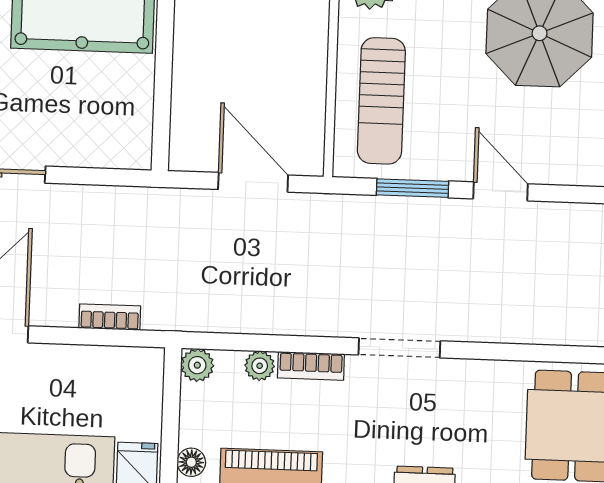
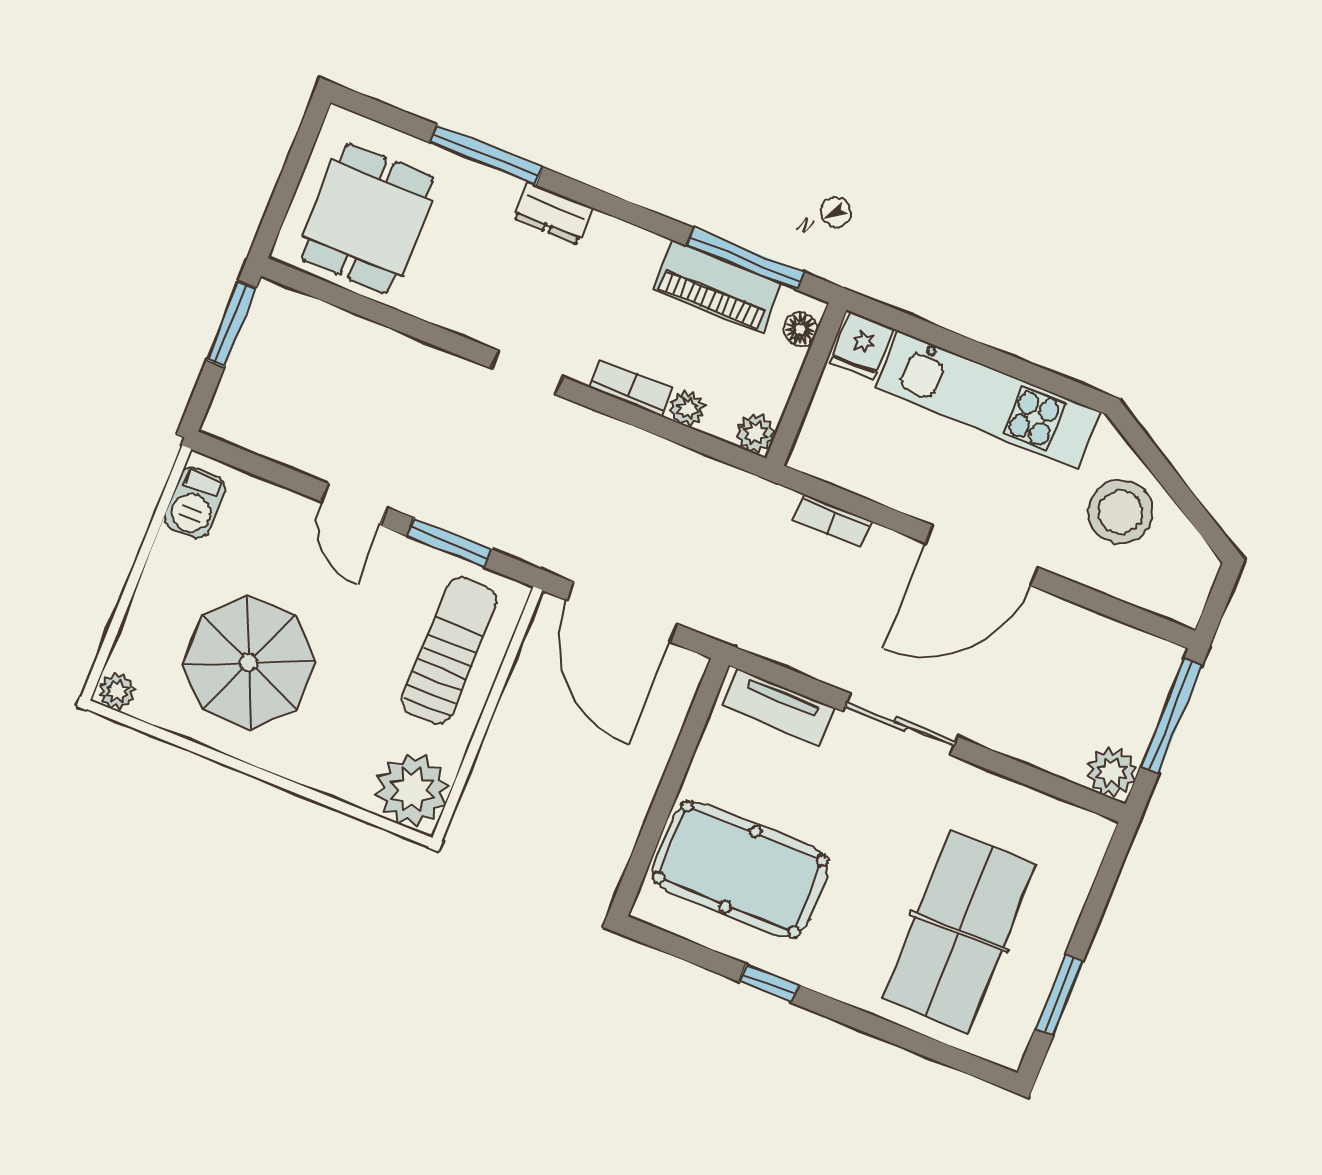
tv unit: (99, 151) -> (779, 707), added
door: (253, 182) -> (622, 612), width x1.36
doorway: (399, 348) -> (527, 373), width x0.73

